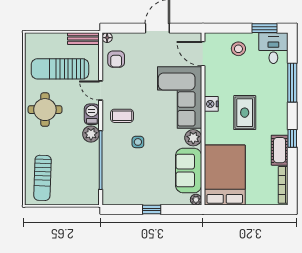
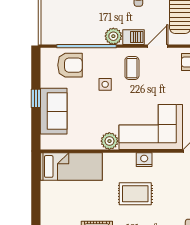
sofa: (189, 171) -> (54, 111), moved, turned 90
bed: (225, 175) -> (71, 166), width x0.67
armchair: (119, 176) -> (70, 65), added
plant: (196, 200) -> (46, 144), removed

